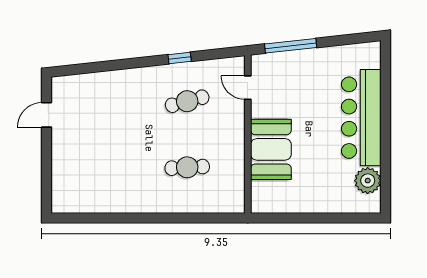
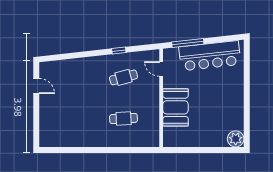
door: (47, 115) -> (36, 86), swing flipped
bar counter: (361, 118) -> (210, 56), moved, turned -96
plant: (368, 181) -> (236, 139), moved

